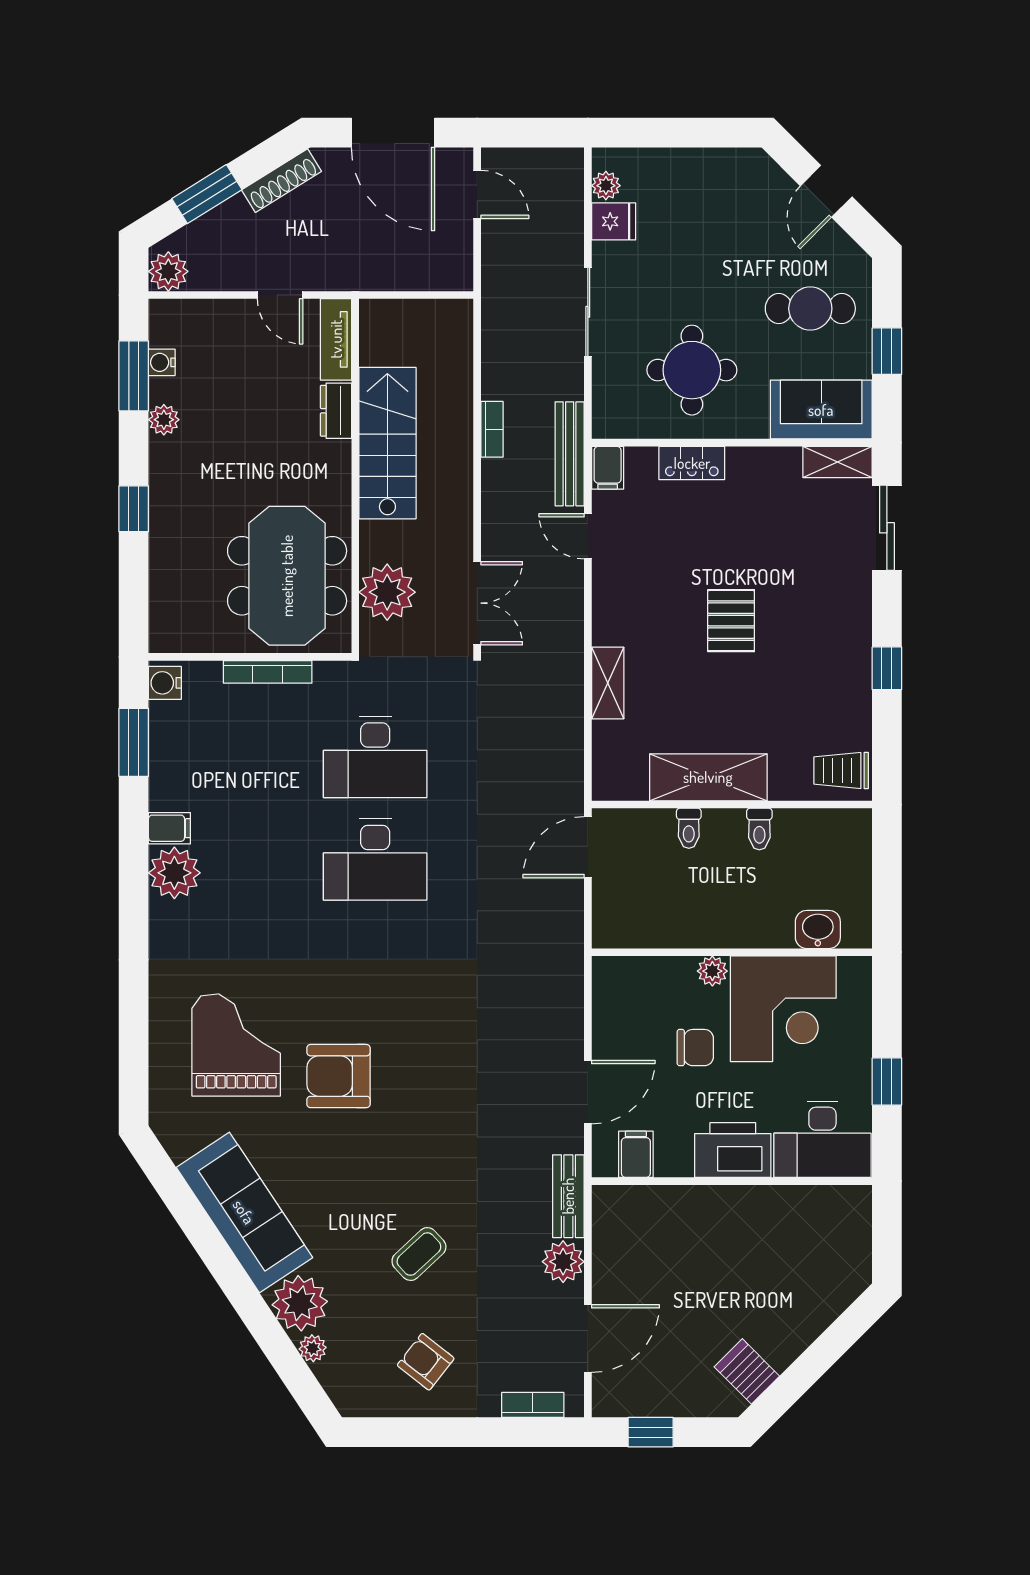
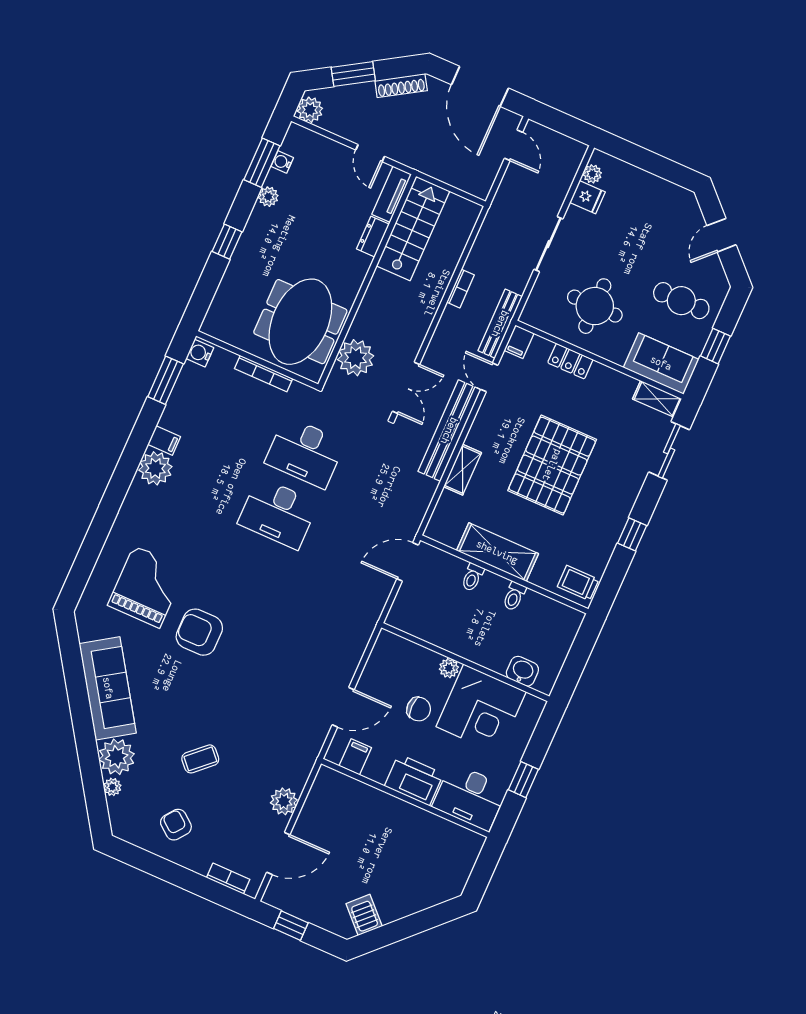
stairs: (387, 443) -> (413, 229), moved
pallet: (731, 621) -> (552, 465), width x2.05, depth x2.00
bench: (568, 1196) -> (449, 431), moved, width x1.86, depth x1.21

